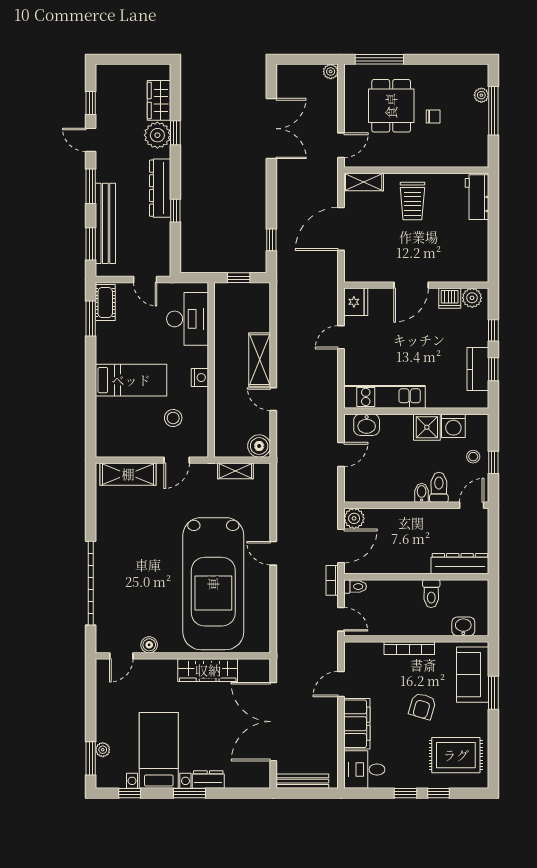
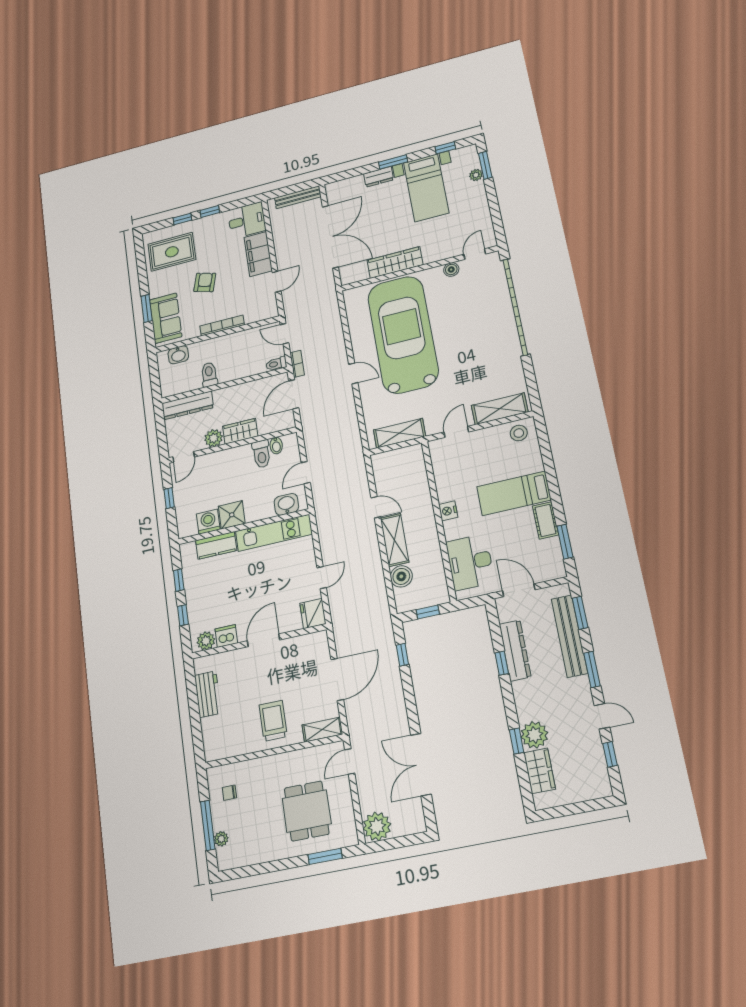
window: (379, 59) -> (325, 856), width x0.69
plant: (331, 72) -> (377, 826), width x1.88, depth x1.88
chair: (433, 117) -> (229, 793), moved
dresser: (160, 188) -> (515, 650), moved
workbench: (477, 197) -> (208, 694), moved
door: (145, 279) -> (519, 590), width x1.38
cot: (105, 302) -> (546, 520), moved
kitchen counter: (478, 369) -> (216, 545), moved, turned 90
stool: (173, 418) -> (519, 433), moved
boiler: (259, 446) -> (401, 576), moved
stool: (473, 457) -> (187, 499), removed
shelving: (235, 471) -> (399, 433), width x1.50, depth x1.33
toilet: (439, 487) -> (261, 454), moved
bidet: (422, 493) -> (276, 445), moved
plant: (354, 518) -> (214, 438), moved
wardrobe: (405, 519) -> (240, 431), added
garage door: (91, 583) -> (515, 307), width x1.36

